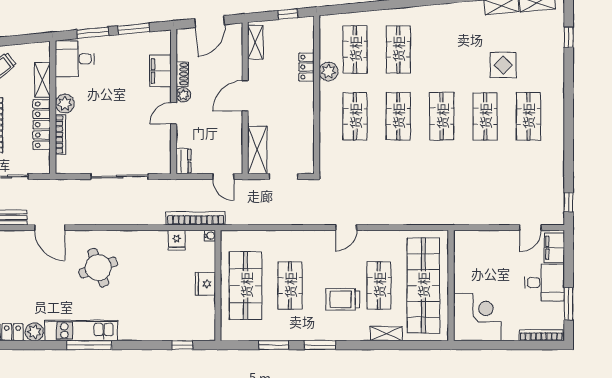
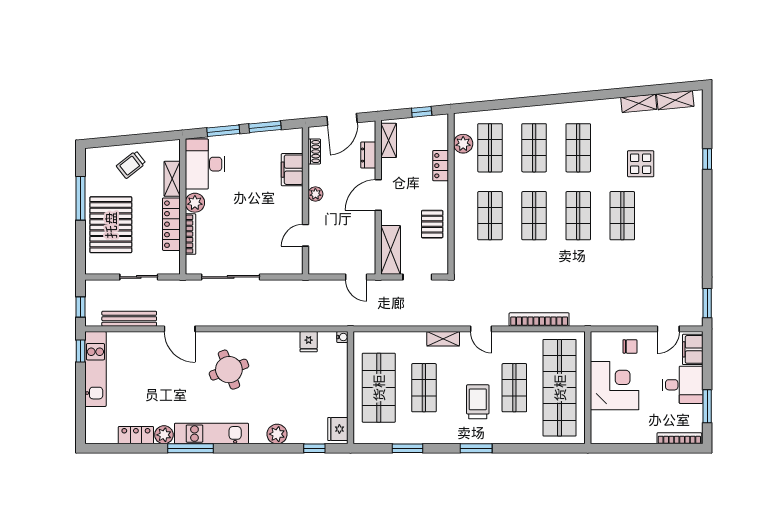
window: (569, 37) -> (707, 159), moved
desk: (75, 59) -> (205, 164), width x1.37
plant: (329, 72) -> (463, 144), moved
shoe rack: (182, 74) -> (314, 152), moved
door: (174, 113) -> (306, 235), moved
shop shelf: (528, 116) -> (578, 148), moved
pallet: (298, 125) -> (432, 224), added
dresser: (183, 161) -> (368, 155), moved, turned 180
sliding door: (120, 177) -> (231, 277), moved
window: (569, 202) -> (707, 303), width x1.50
bookcase: (196, 218) -> (539, 319), moved
door: (346, 228) -> (481, 329), hinge flipped
chair: (493, 245) -> (630, 346), added
fridge: (205, 284) -> (338, 429), moved
trolley: (343, 299) -> (478, 402), turned 90
corner desk: (477, 317) -> (614, 386), moved
plant: (146, 331) -> (277, 434), added
shelving: (386, 334) -> (443, 339), moved
window: (89, 345) -> (190, 448), moved
window: (320, 345) -> (476, 448), moved

